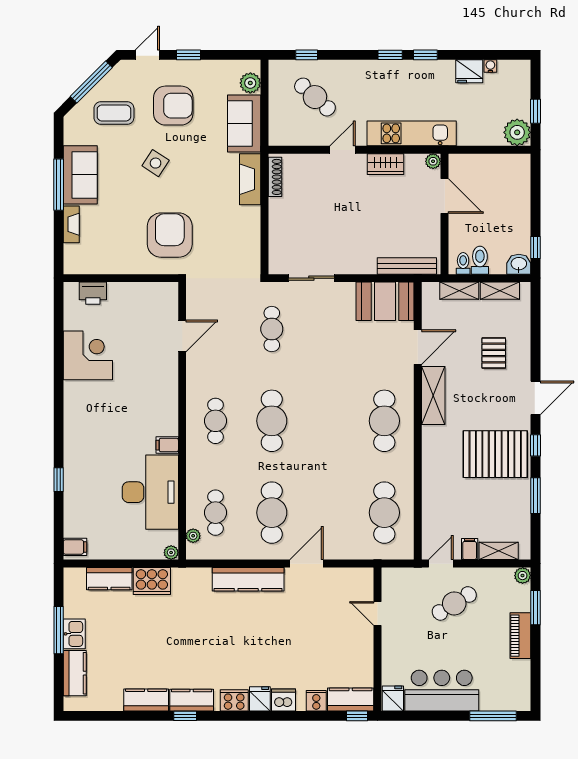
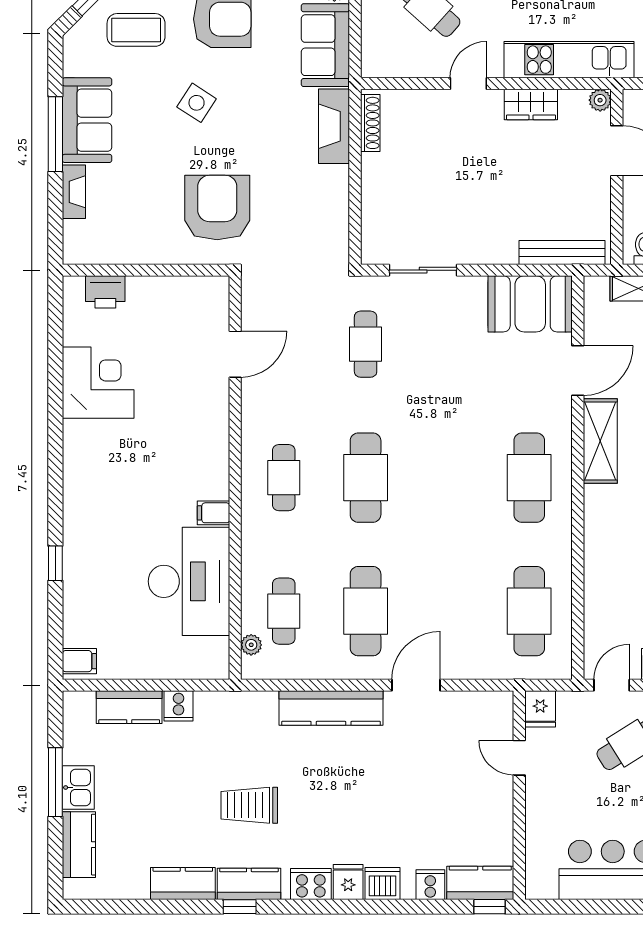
plant: (171, 553) -> (219, 669), removed
cooker: (152, 581) -> (179, 706), width x0.53, depth x0.76
trolley: (192, 646) -> (249, 805), added
fridge: (393, 698) -> (540, 709), moved, turned 180

